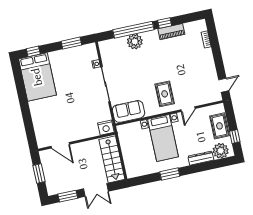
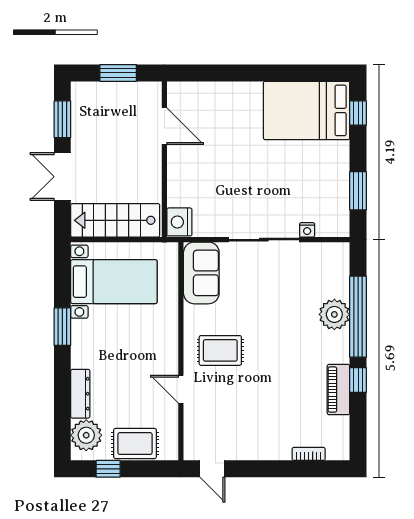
bed with nightstands: (163, 138) -> (114, 282), moved, turned 180
door: (60, 145) -> (164, 126), swing flipped

